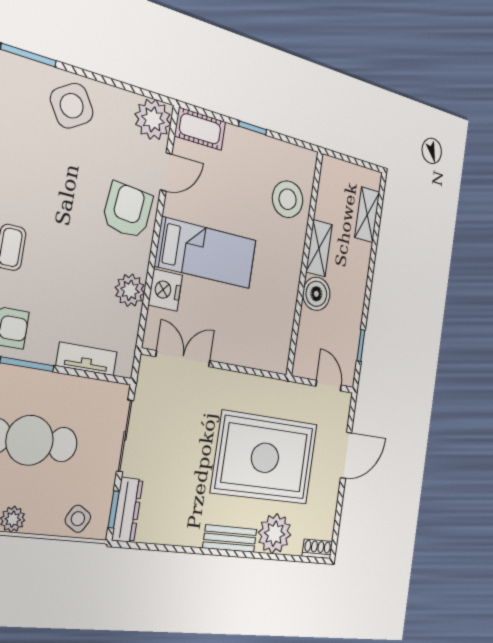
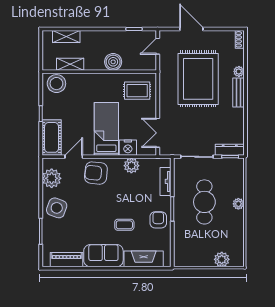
side table: (72, 106) -> (57, 208), turned -38
plant: (153, 119) -> (52, 178), moved
cot: (200, 129) -> (52, 137), width x1.37, depth x1.34
door: (166, 172) -> (74, 157), hinge flipped
stool: (288, 199) -> (56, 84), moved
shelving: (319, 248) -> (70, 64), moved
rug: (263, 331) -> (137, 91), added
side table: (78, 519) -> (236, 173), removed
plant: (275, 534) -> (239, 71), width x0.53, depth x0.53

